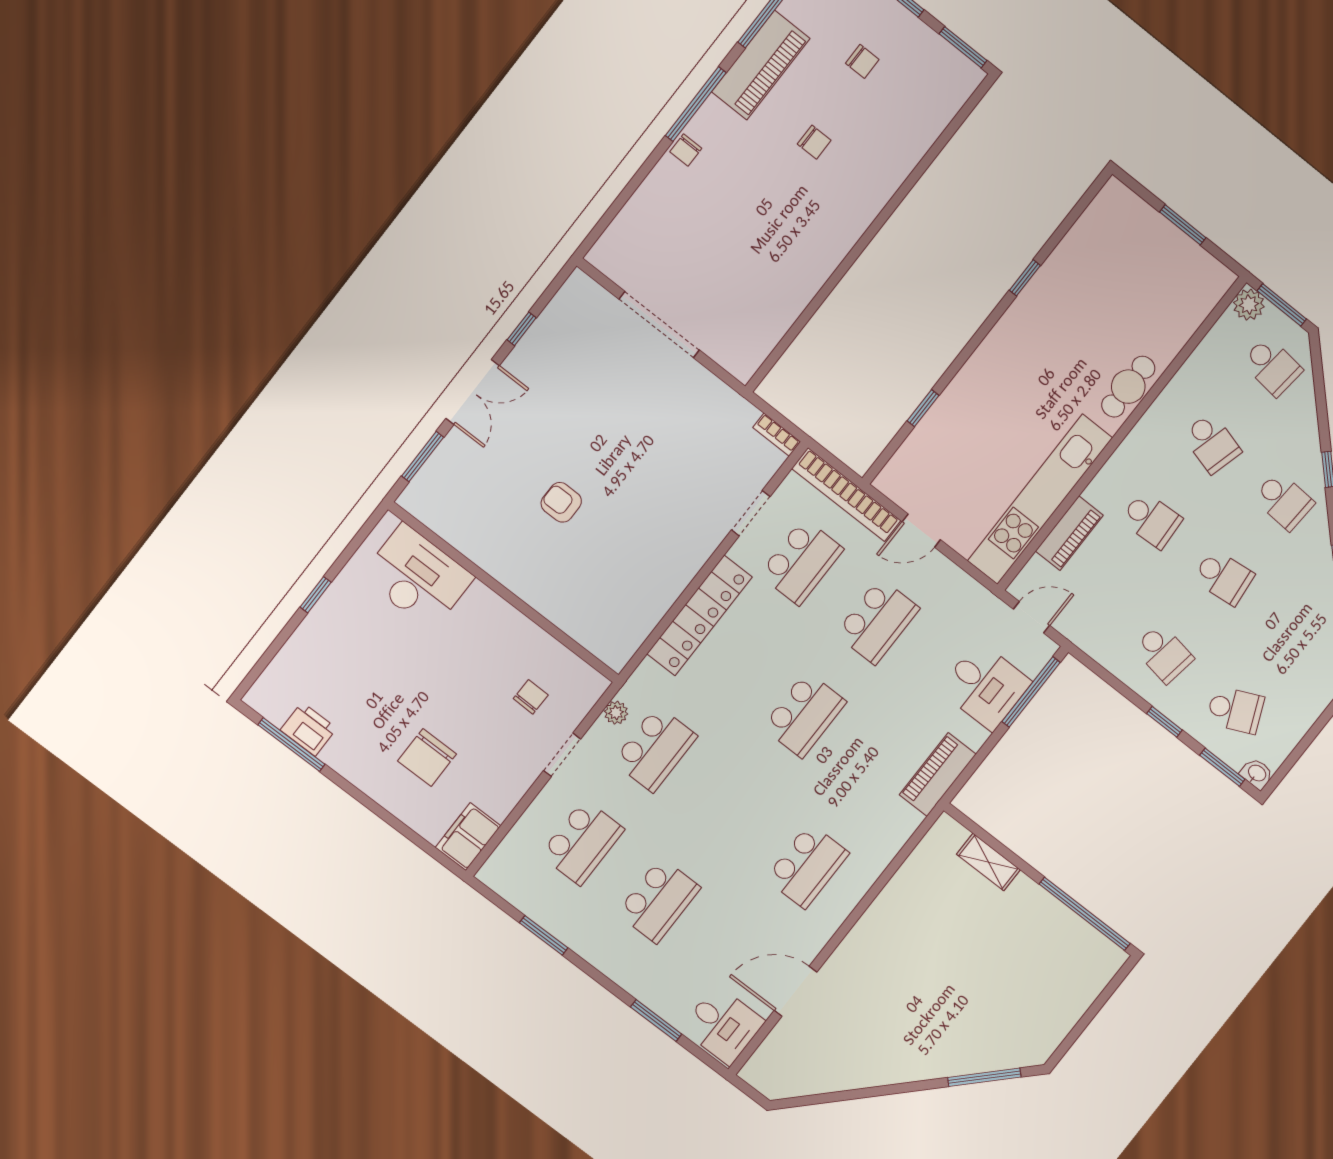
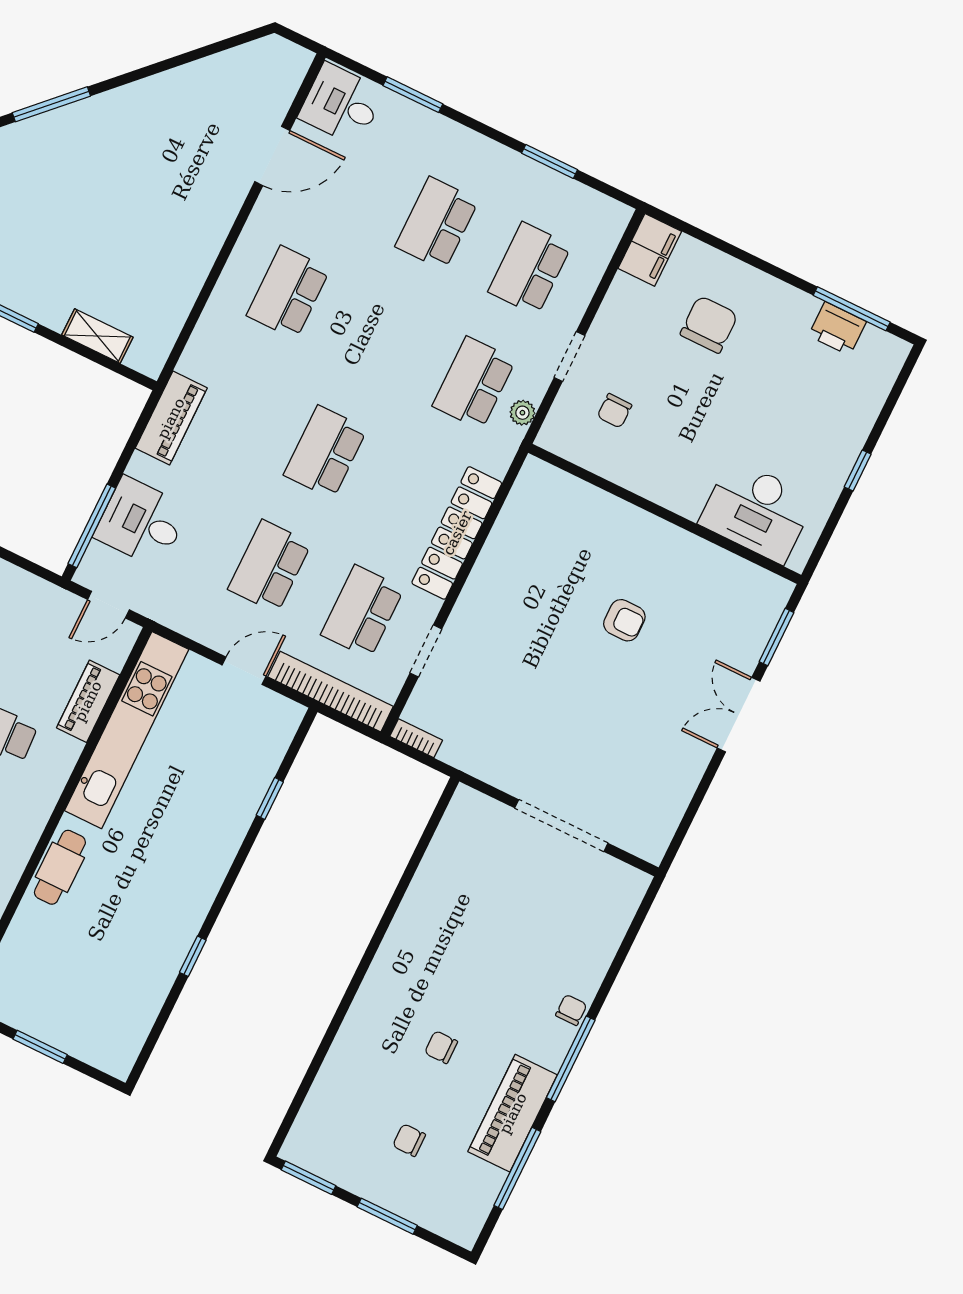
window: (522, 329) -> (702, 790), removed

